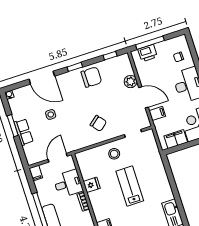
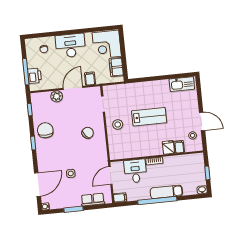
door: (42, 78) -> (37, 185), moved
row of seats: (24, 132) -> (93, 200), moved
door: (58, 158) -> (110, 175), hinge flipped
fridge: (92, 185) -> (168, 147), moved
lab bench: (130, 186) -> (149, 117), turned 180

